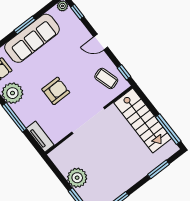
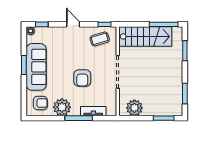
door: (101, 42) -> (73, 24), swing flipped
armchair: (56, 91) -> (82, 78), turned 180
tv unit: (40, 137) -> (93, 111), moved
plant: (77, 178) -> (134, 108), moved

